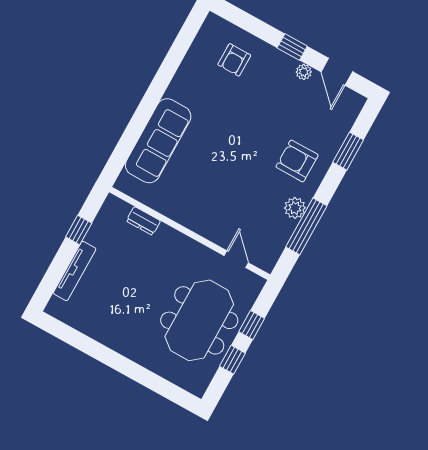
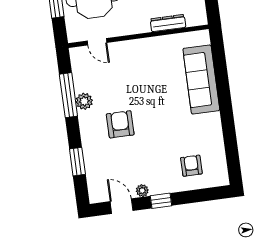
armchair: (297, 161) -> (120, 124), moved, turned -90
dresser: (143, 221) -> (168, 23), width x1.44

